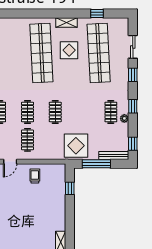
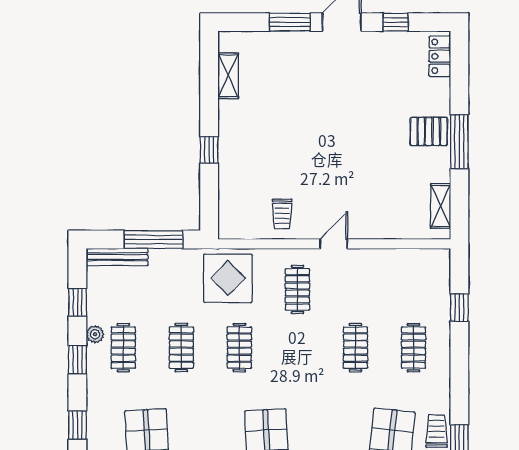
clothes rail: (27, 112) -> (181, 348), moved
window: (133, 144) -> (77, 302), moved
display table: (76, 146) -> (228, 278), moved
window: (70, 188) -> (209, 150), moved

